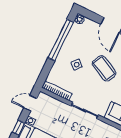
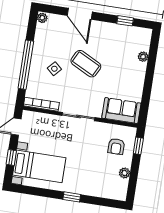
window: (61, 40) -> (26, 65), moved

